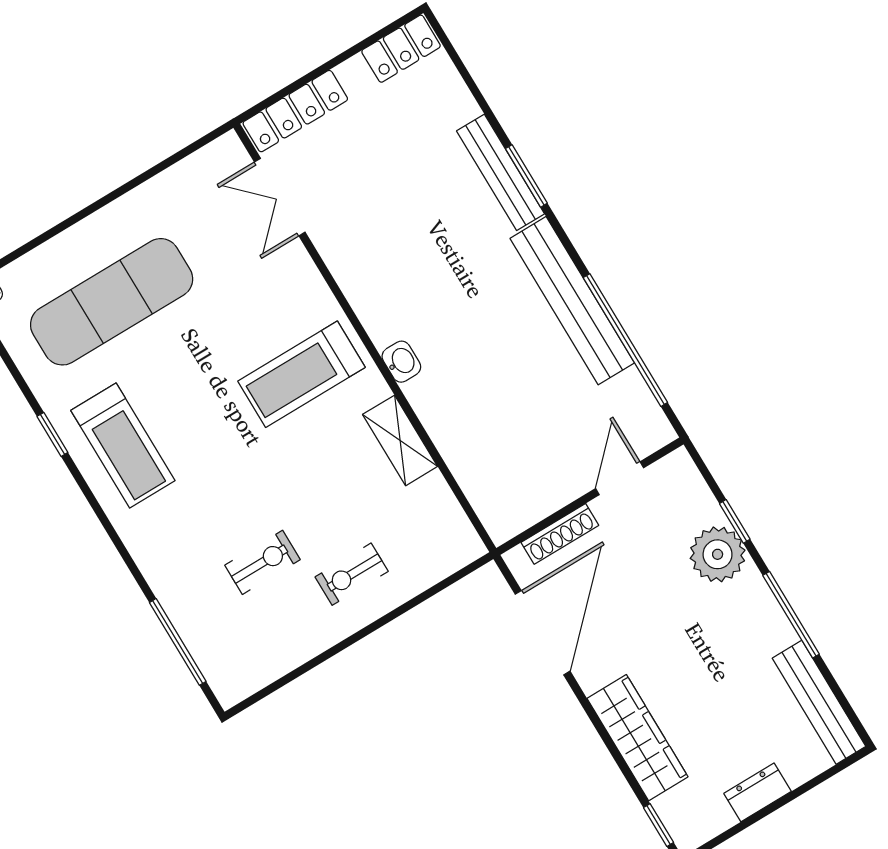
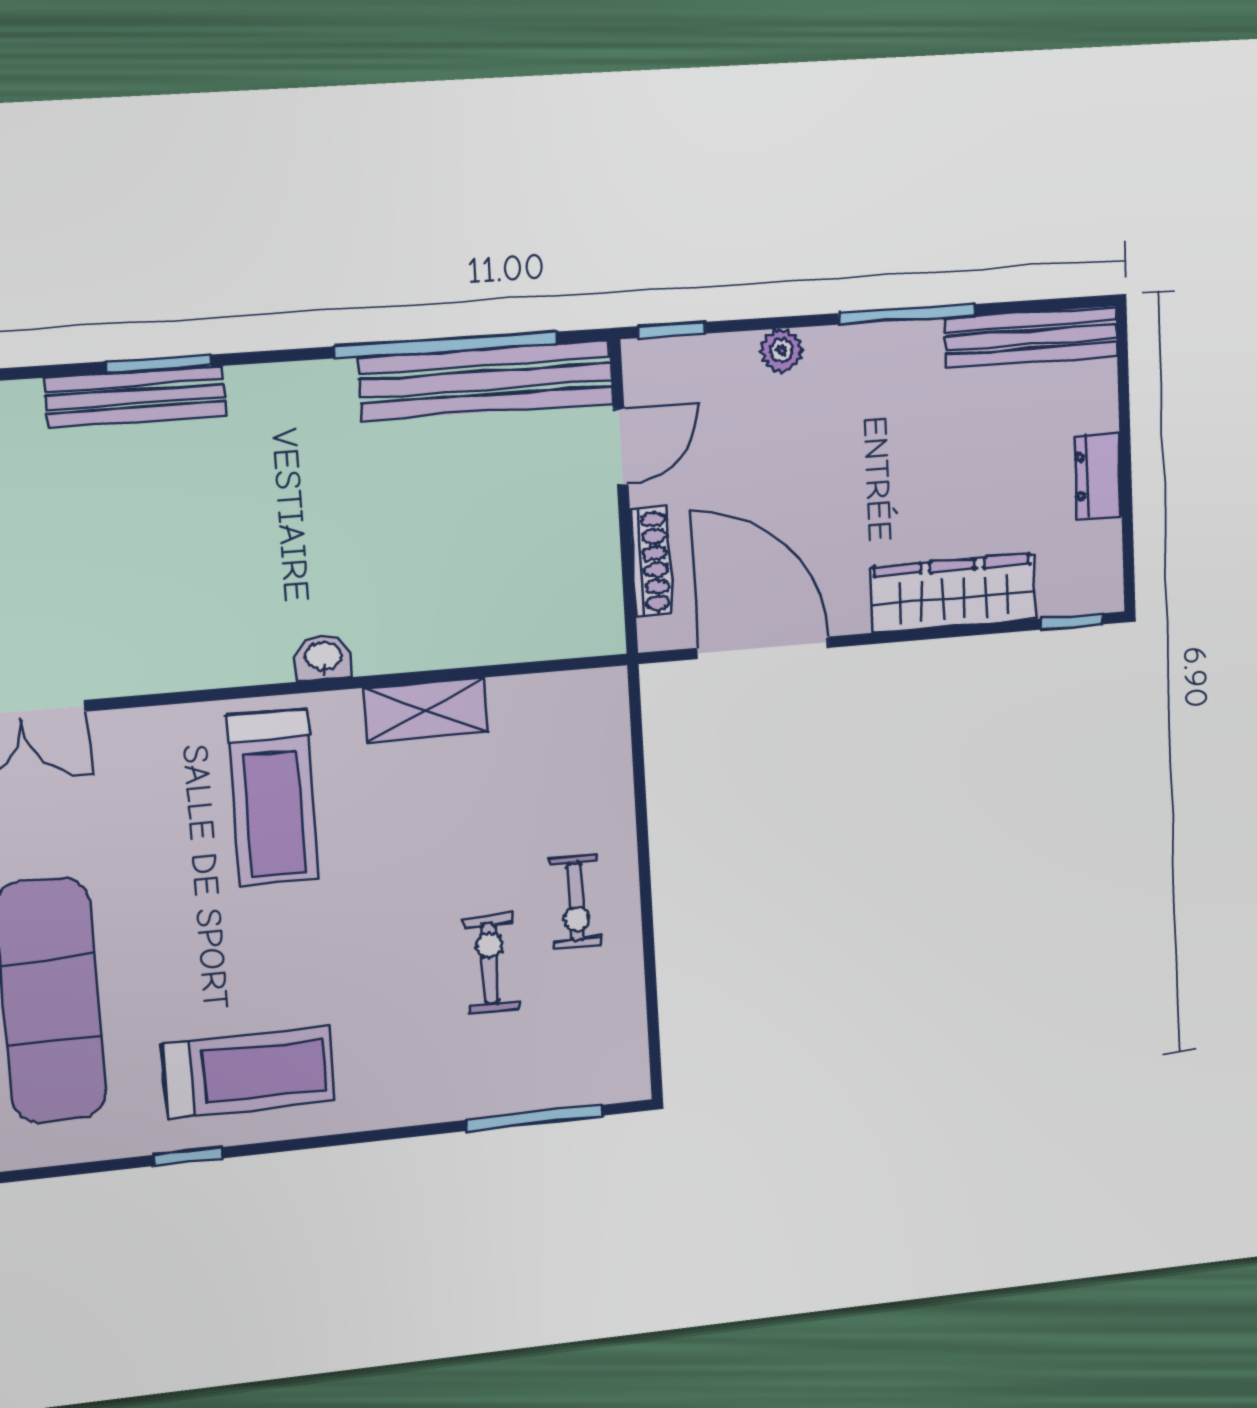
bench: (572, 301) -> (486, 380), moved
door: (620, 478) -> (621, 447), swing flipped
window: (735, 521) -> (672, 330), moved
plant: (718, 554) -> (781, 350), width x0.53, depth x0.53
exercise bike: (352, 574) -> (576, 902), moved

